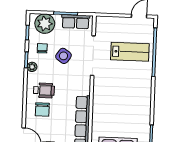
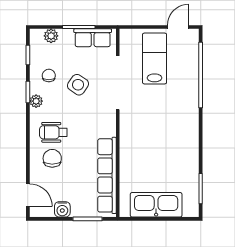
plant: (45, 24) -> (51, 36), width x0.53, depth x0.53
lab bench: (130, 52) -> (155, 58), moved, turned -90
wheelchair: (44, 90) -> (53, 132), turned 180
chair: (42, 110) -> (52, 158), turned 180

